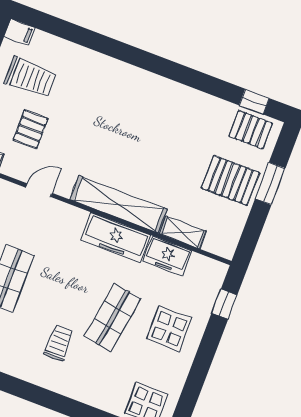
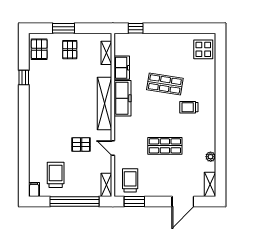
window: (254, 102) -> (24, 78), moved
pallet: (31, 129) -> (81, 144), moved
pallet: (231, 180) -> (70, 50), width x0.67, depth x0.71
shelving: (183, 232) -> (106, 53), moved
display table: (169, 329) -> (159, 52), removed

